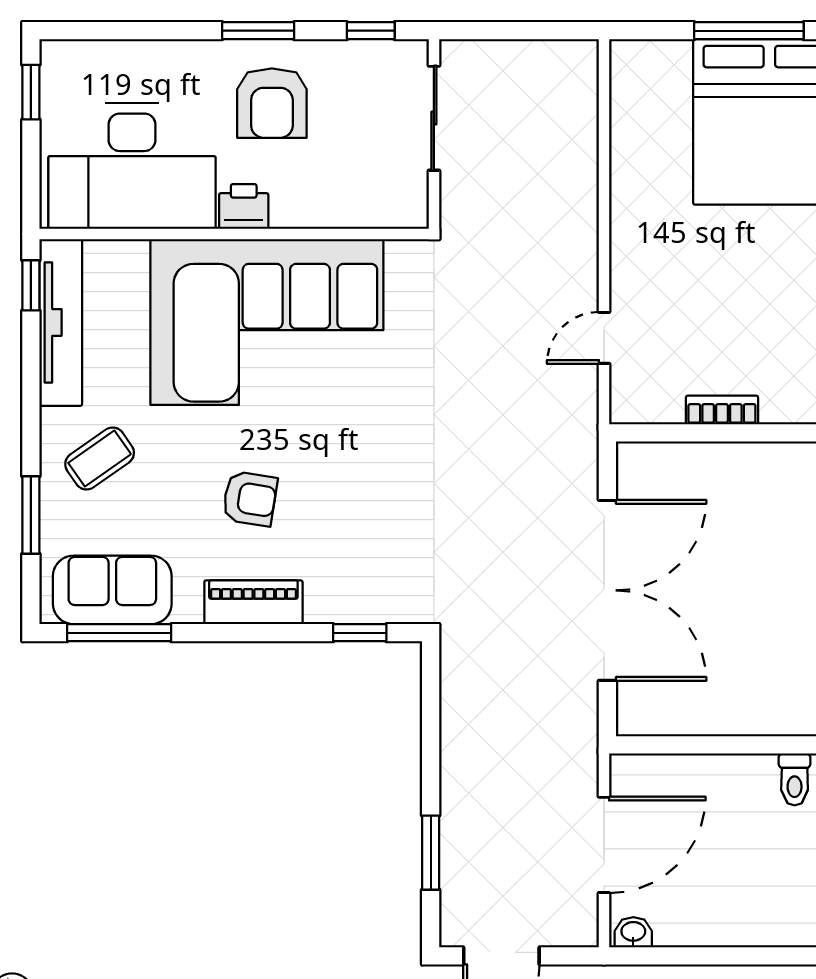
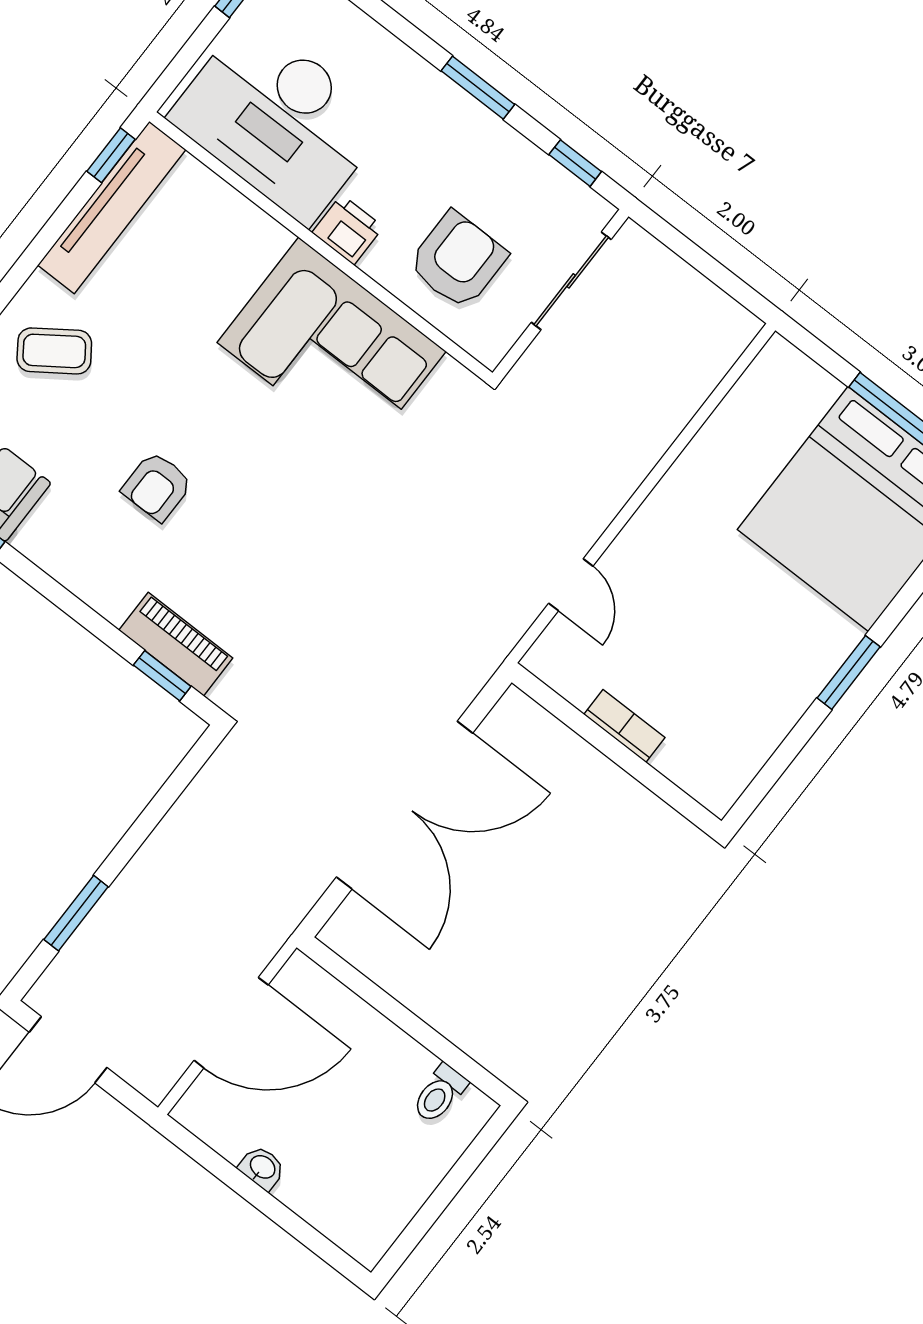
armchair: (272, 103) -> (458, 260), moved, turned 180
corner sofa: (267, 322) -> (332, 347), width x0.73, depth x0.74
door: (604, 338) -> (571, 585), swing flipped
armchair: (250, 499) -> (157, 486), turned 81
piano: (253, 602) -> (176, 644), moved
washbasin: (633, 932) -> (262, 1168), moved

